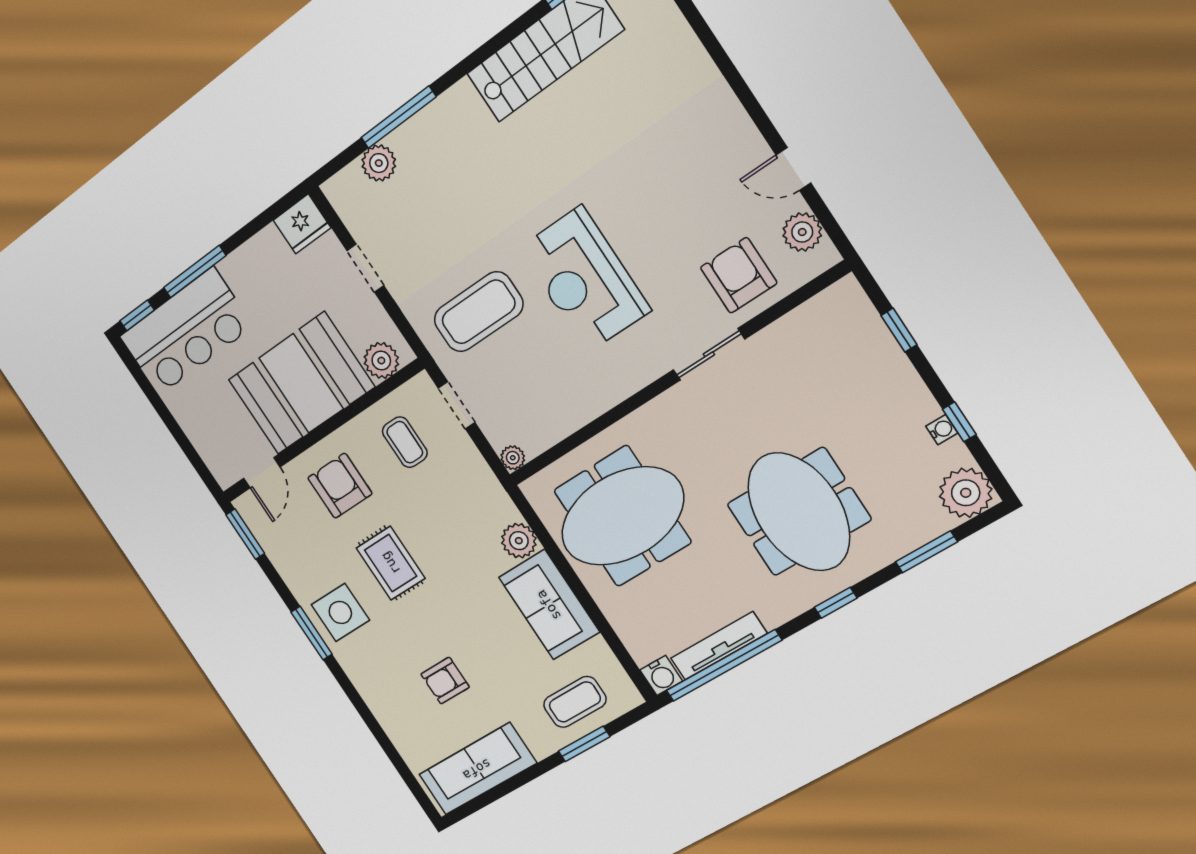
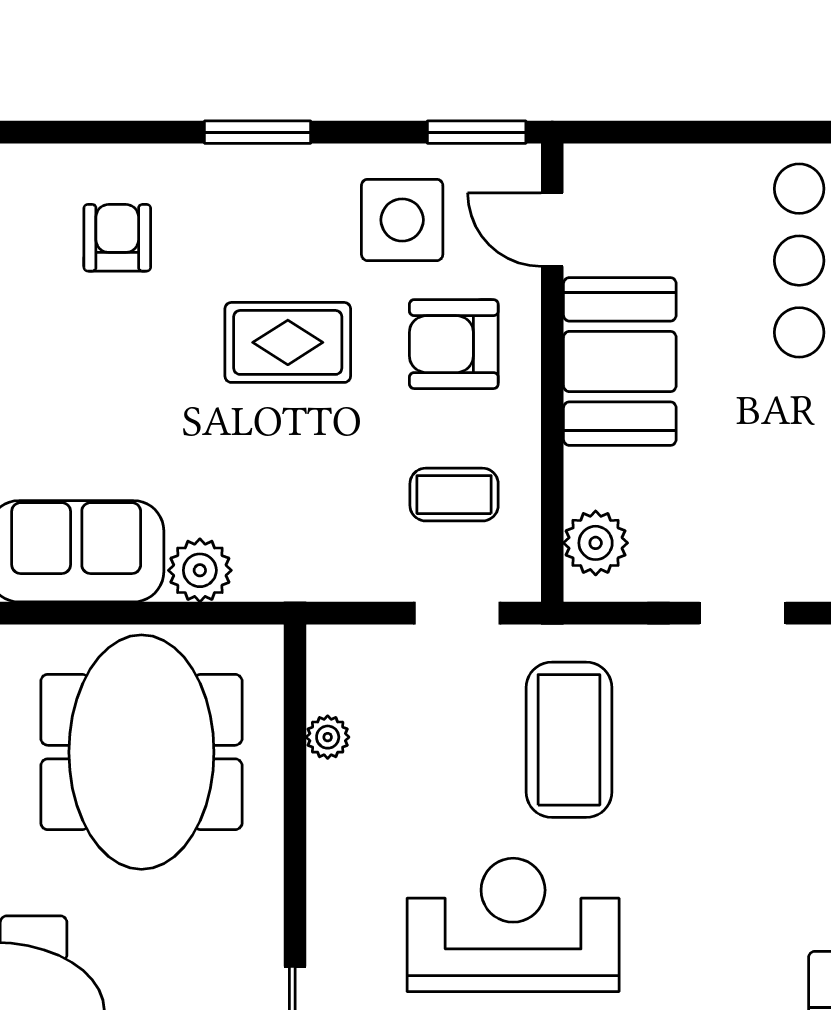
booth: (301, 383) -> (620, 361), width x0.73, depth x0.70
plant: (513, 458) -> (328, 737), moved
armchair: (340, 486) -> (454, 344), turned 180
side table: (340, 612) -> (402, 220), moved
armchair: (445, 681) -> (117, 238), moved

